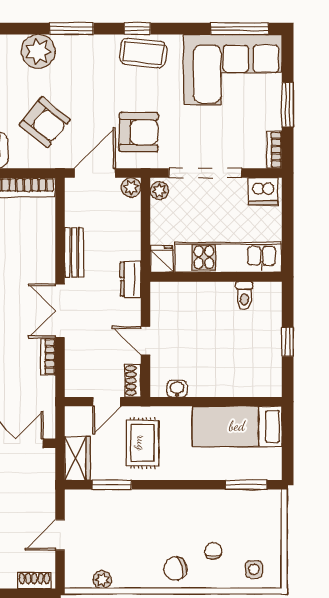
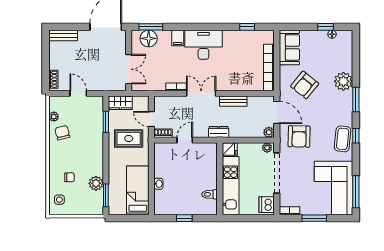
washbasin: (177, 389) -> (158, 184), moved
plant: (224, 503) -> (96, 183), added
chair: (175, 569) -> (62, 133), moved

